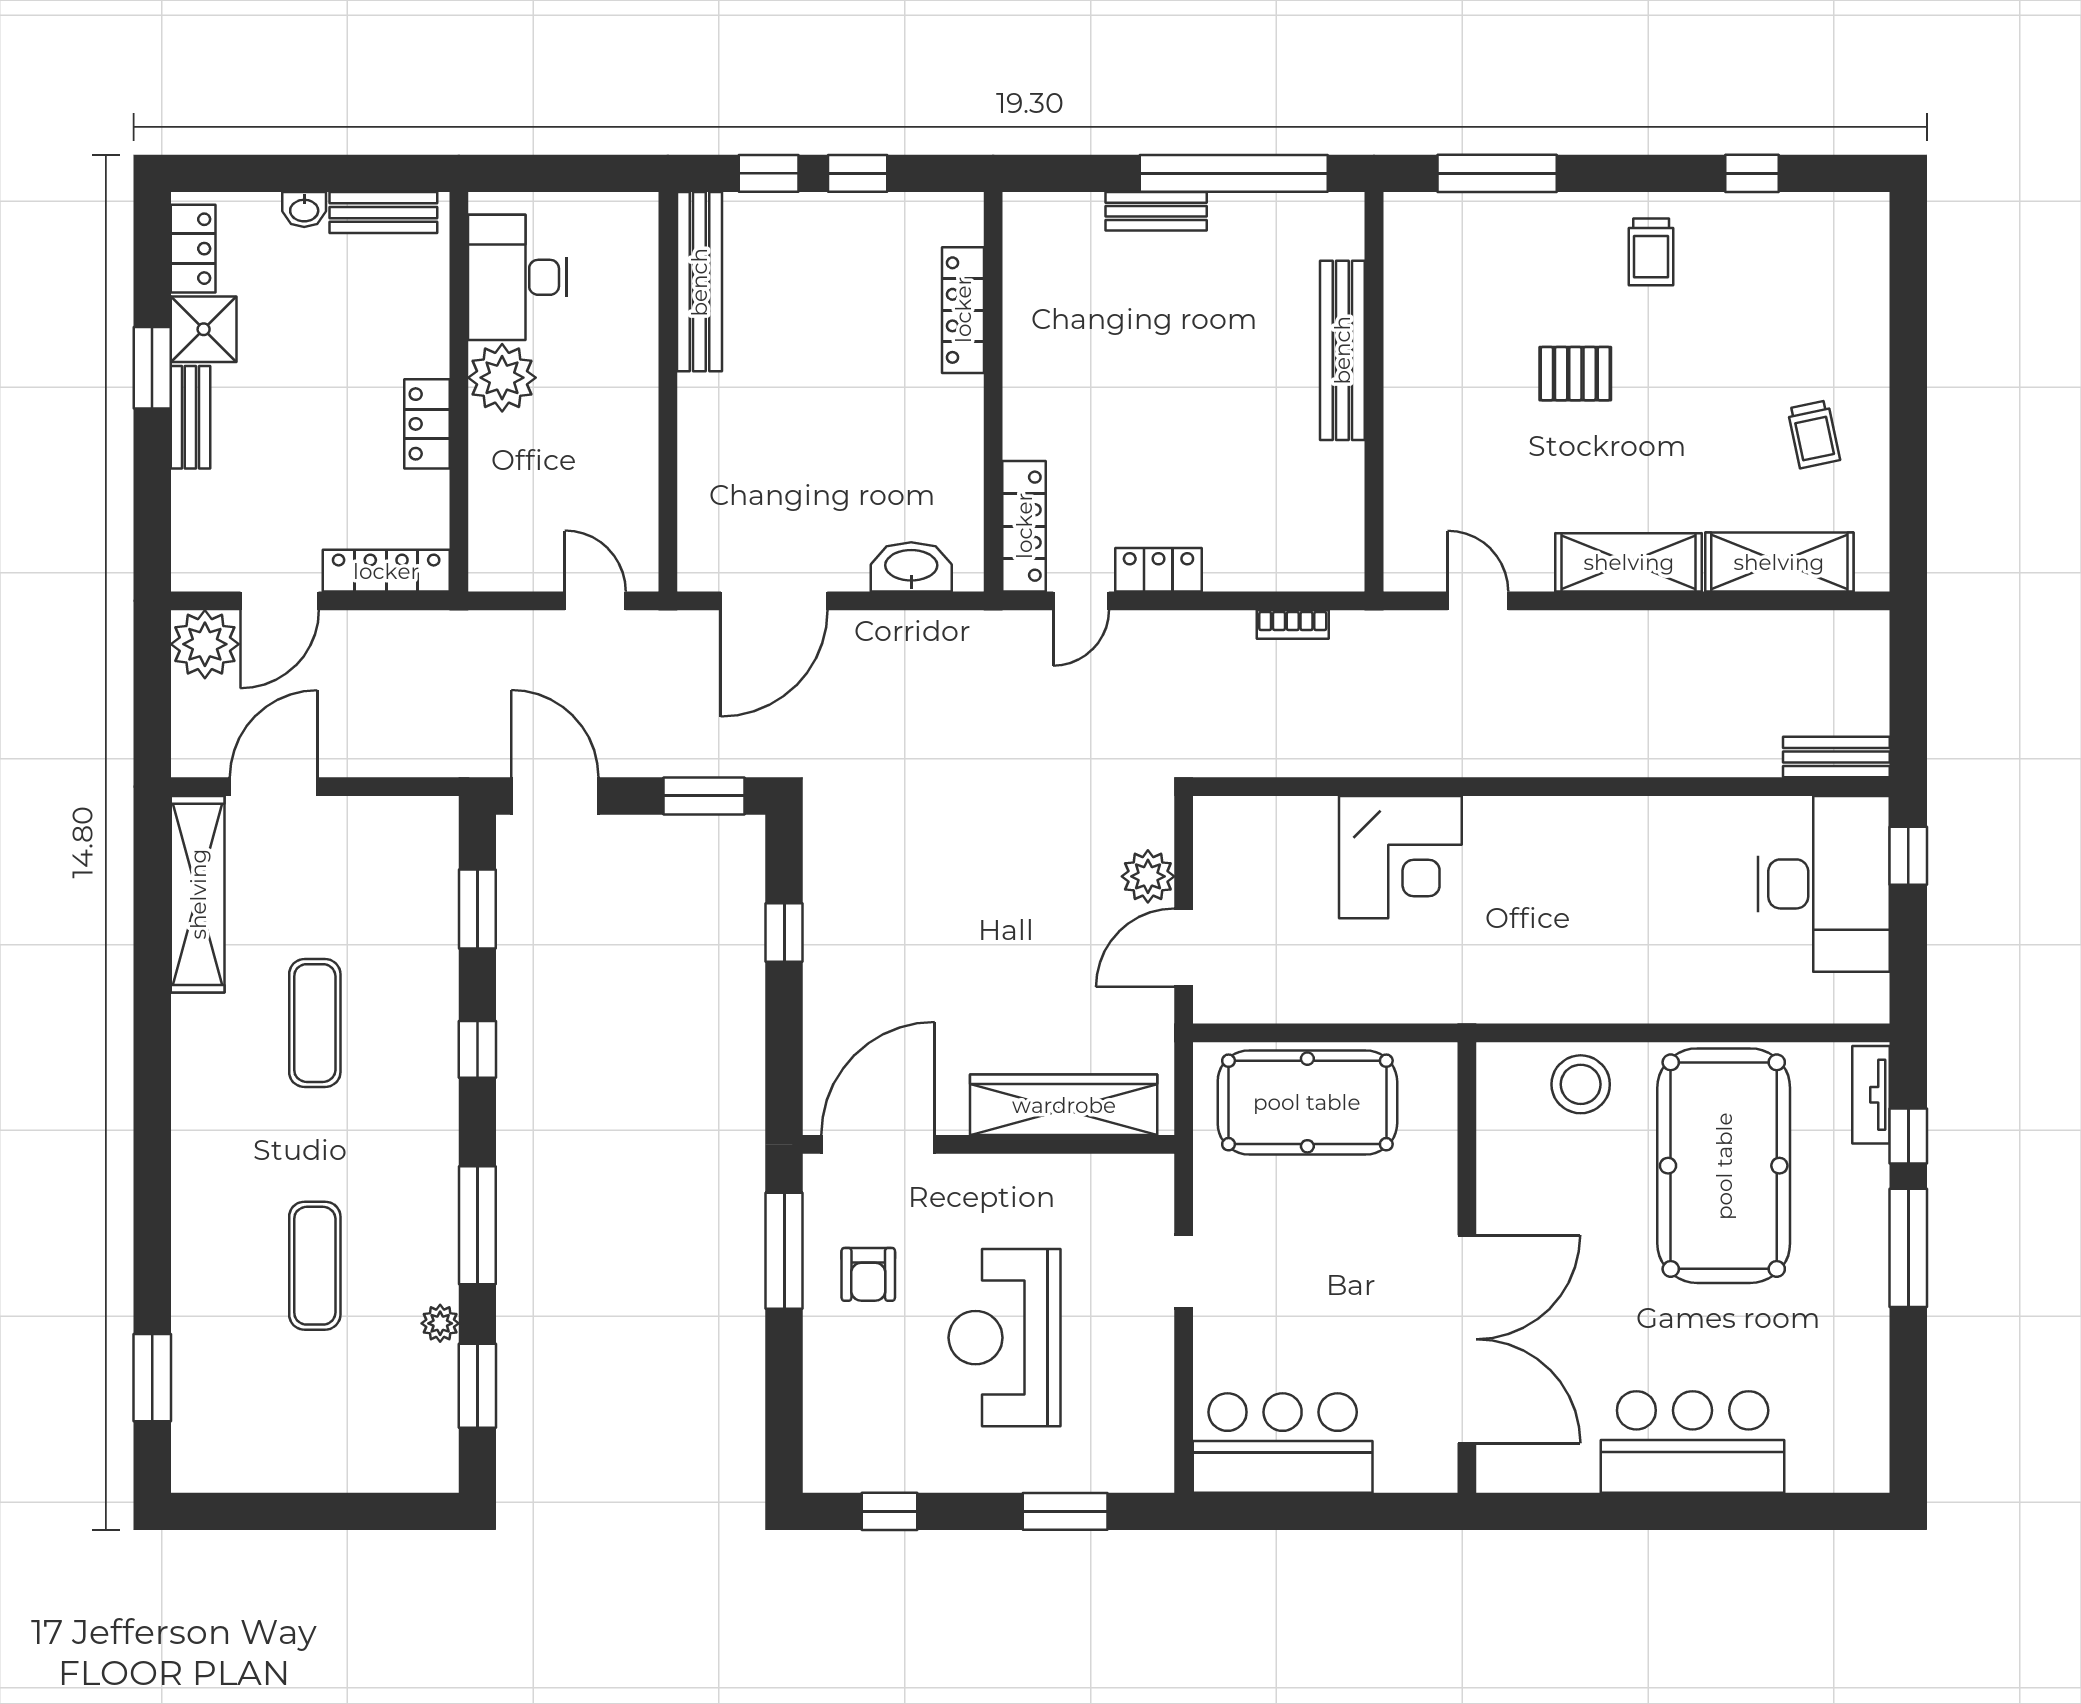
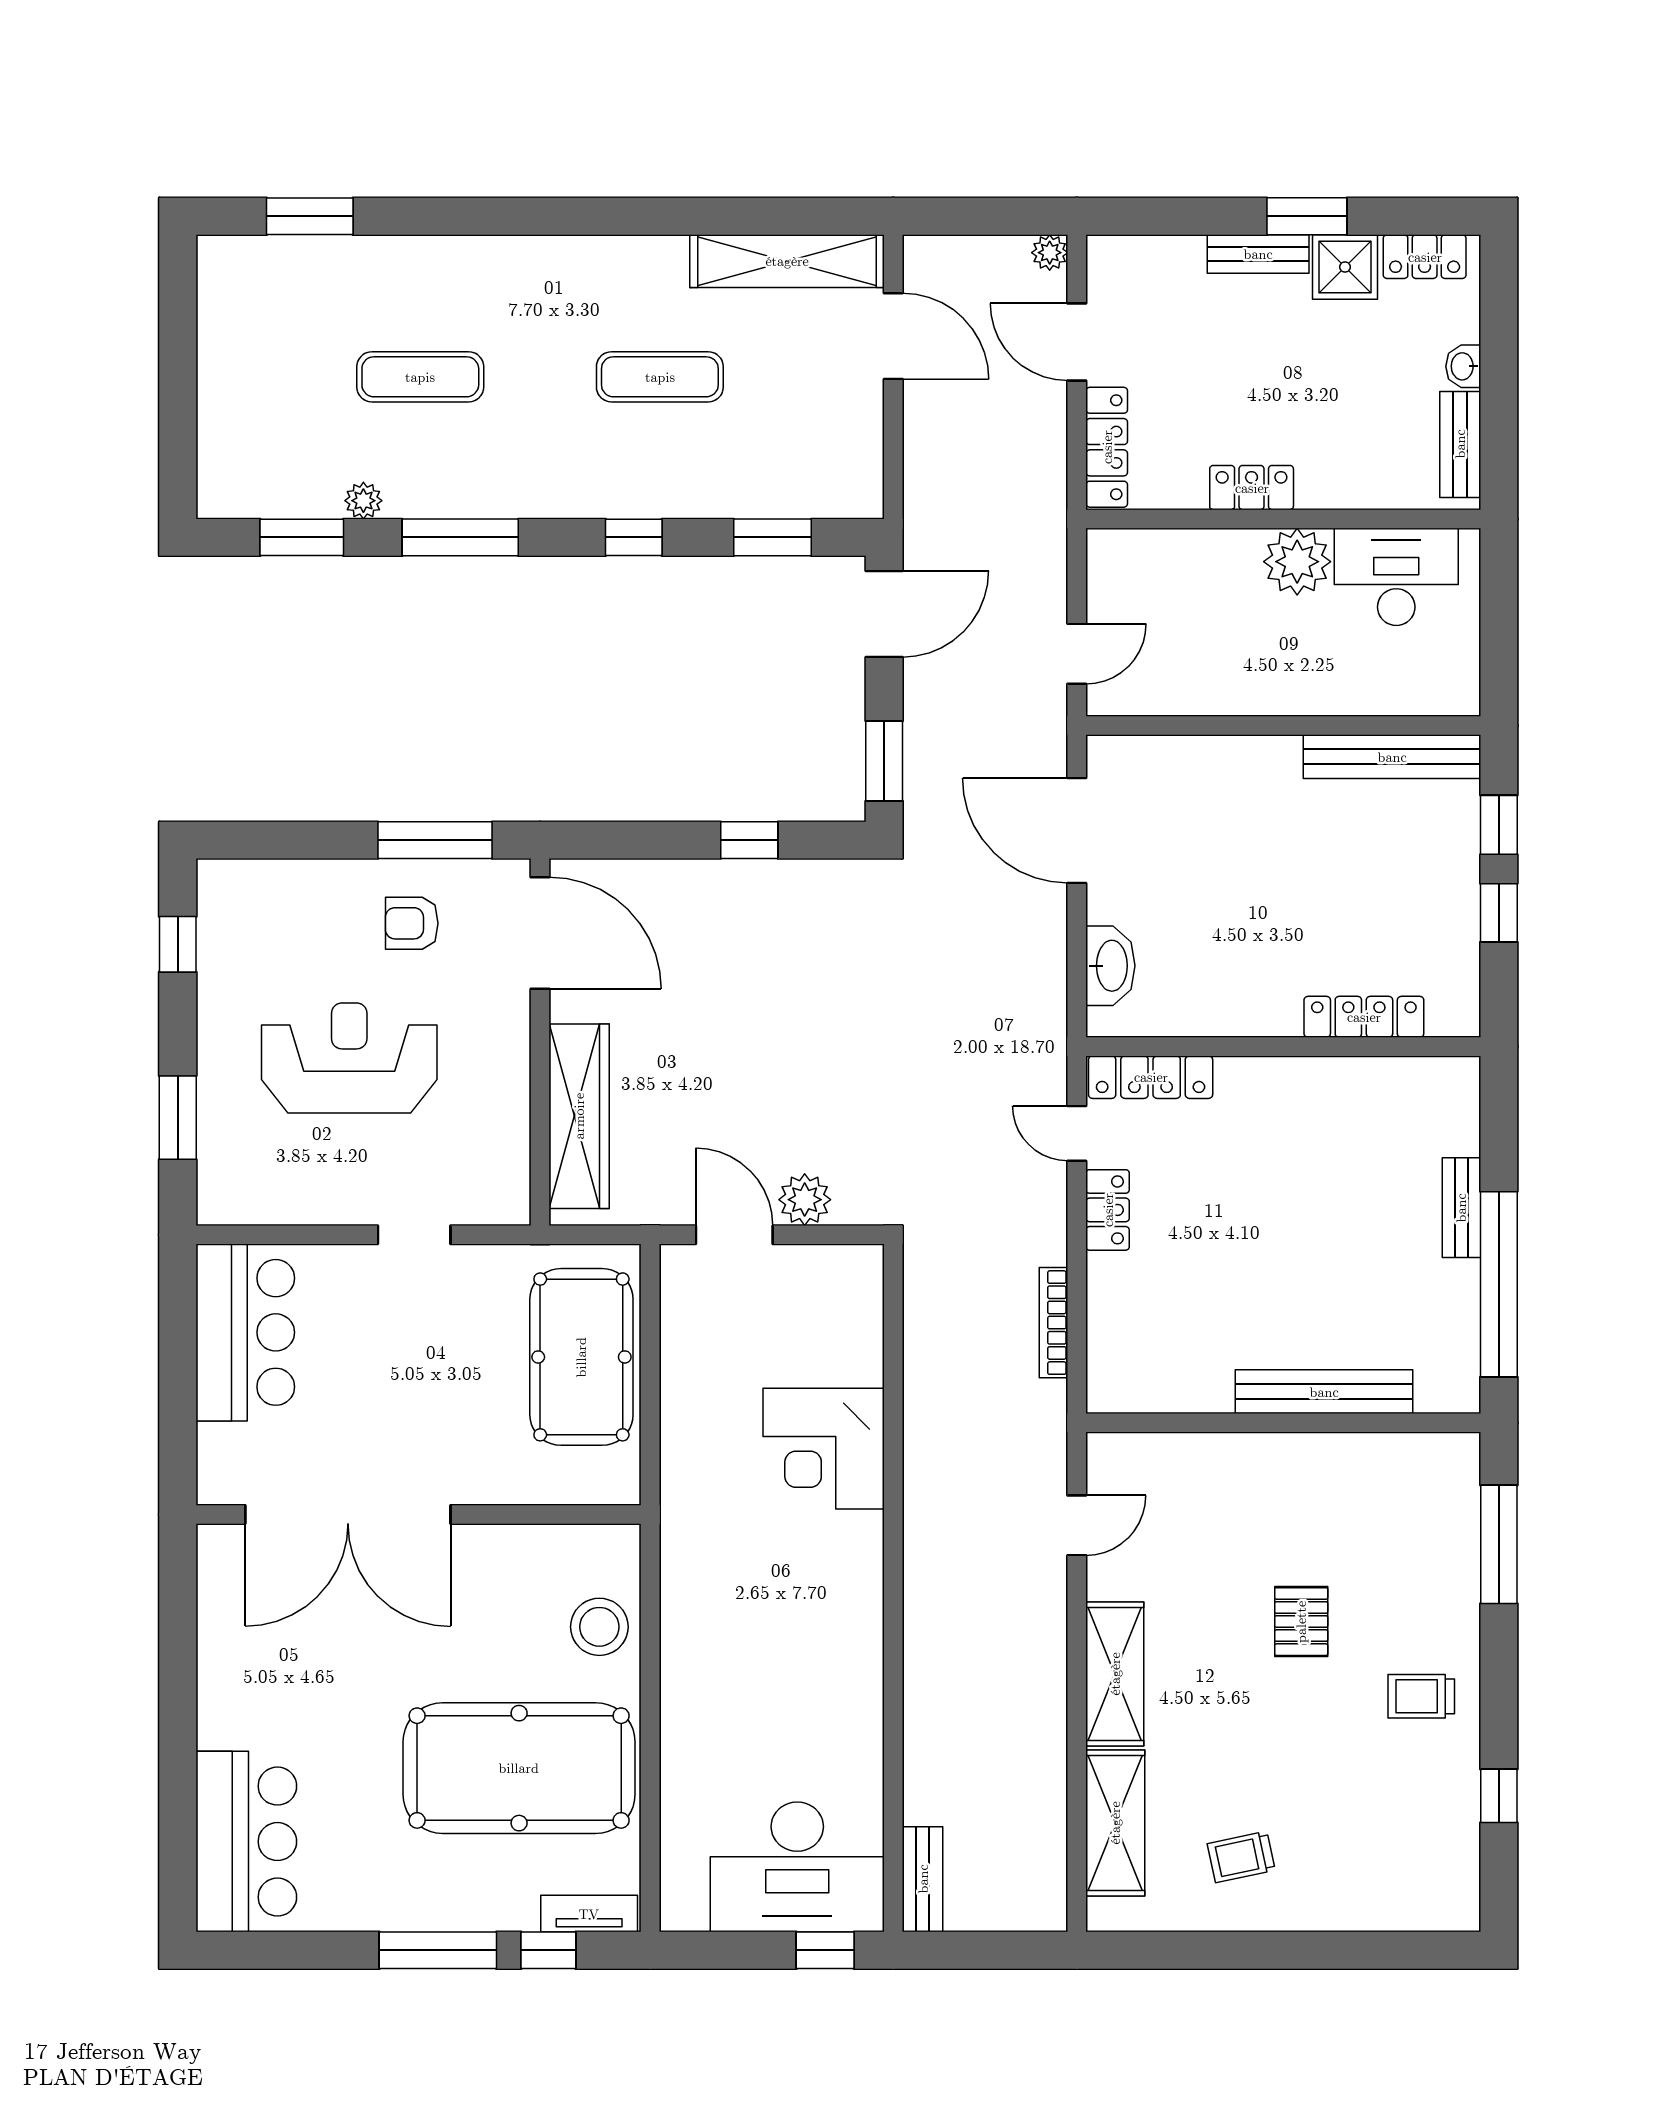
bookcase: (1293, 624) -> (1053, 1323), width x1.56
plant: (205, 644) -> (1050, 253), width x0.53, depth x0.53
bar counter: (1693, 1442) -> (246, 1842), moved

